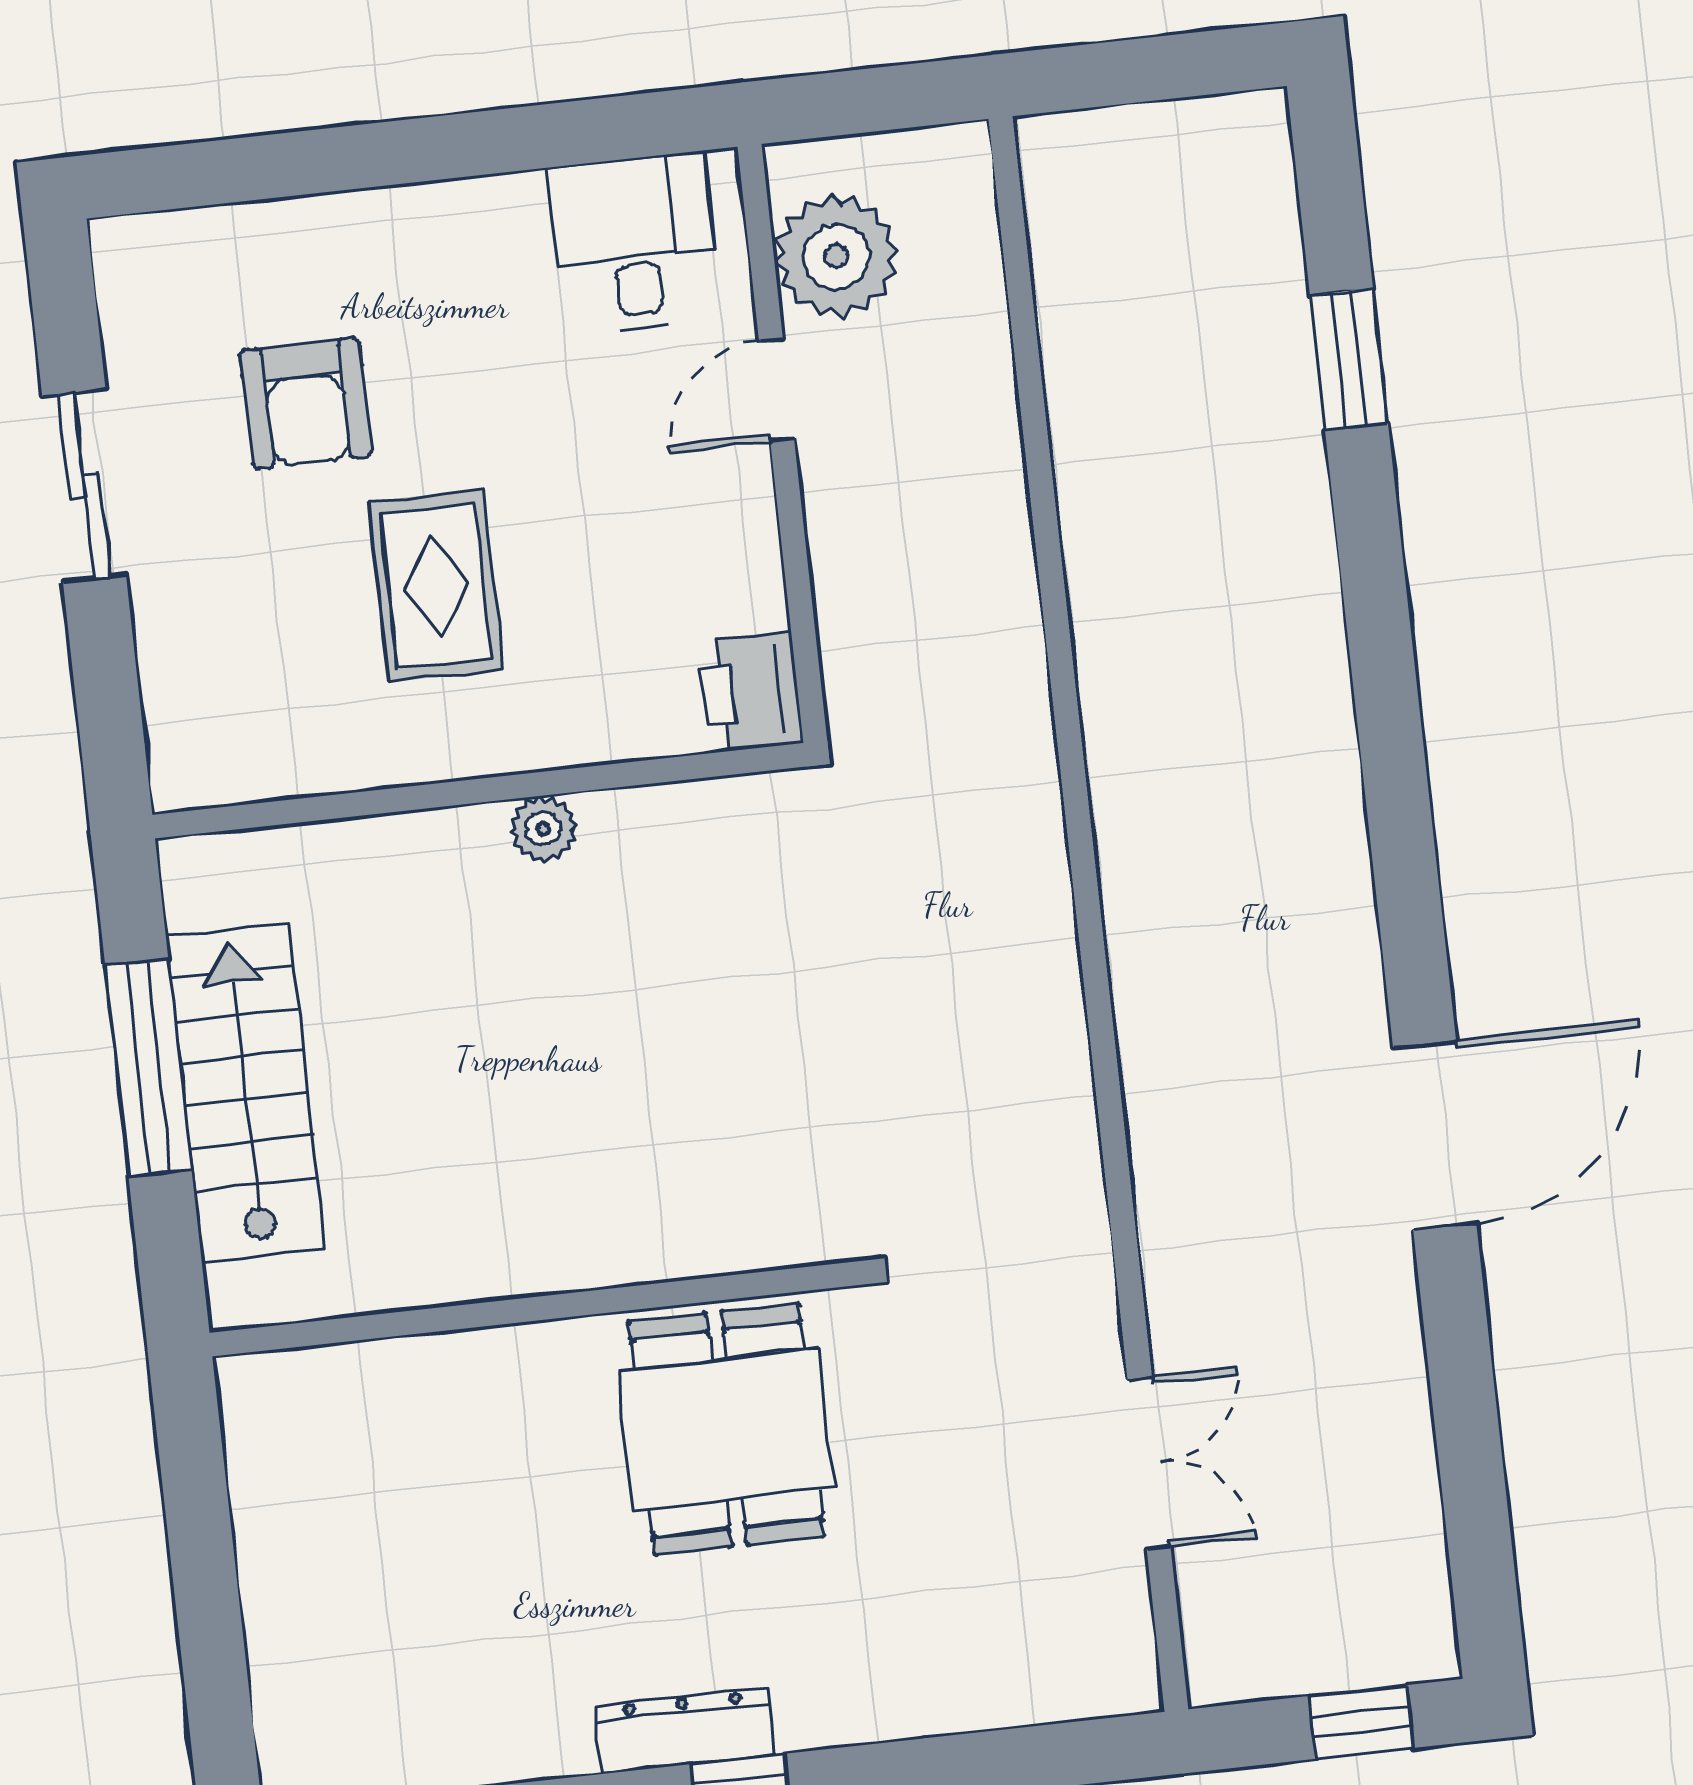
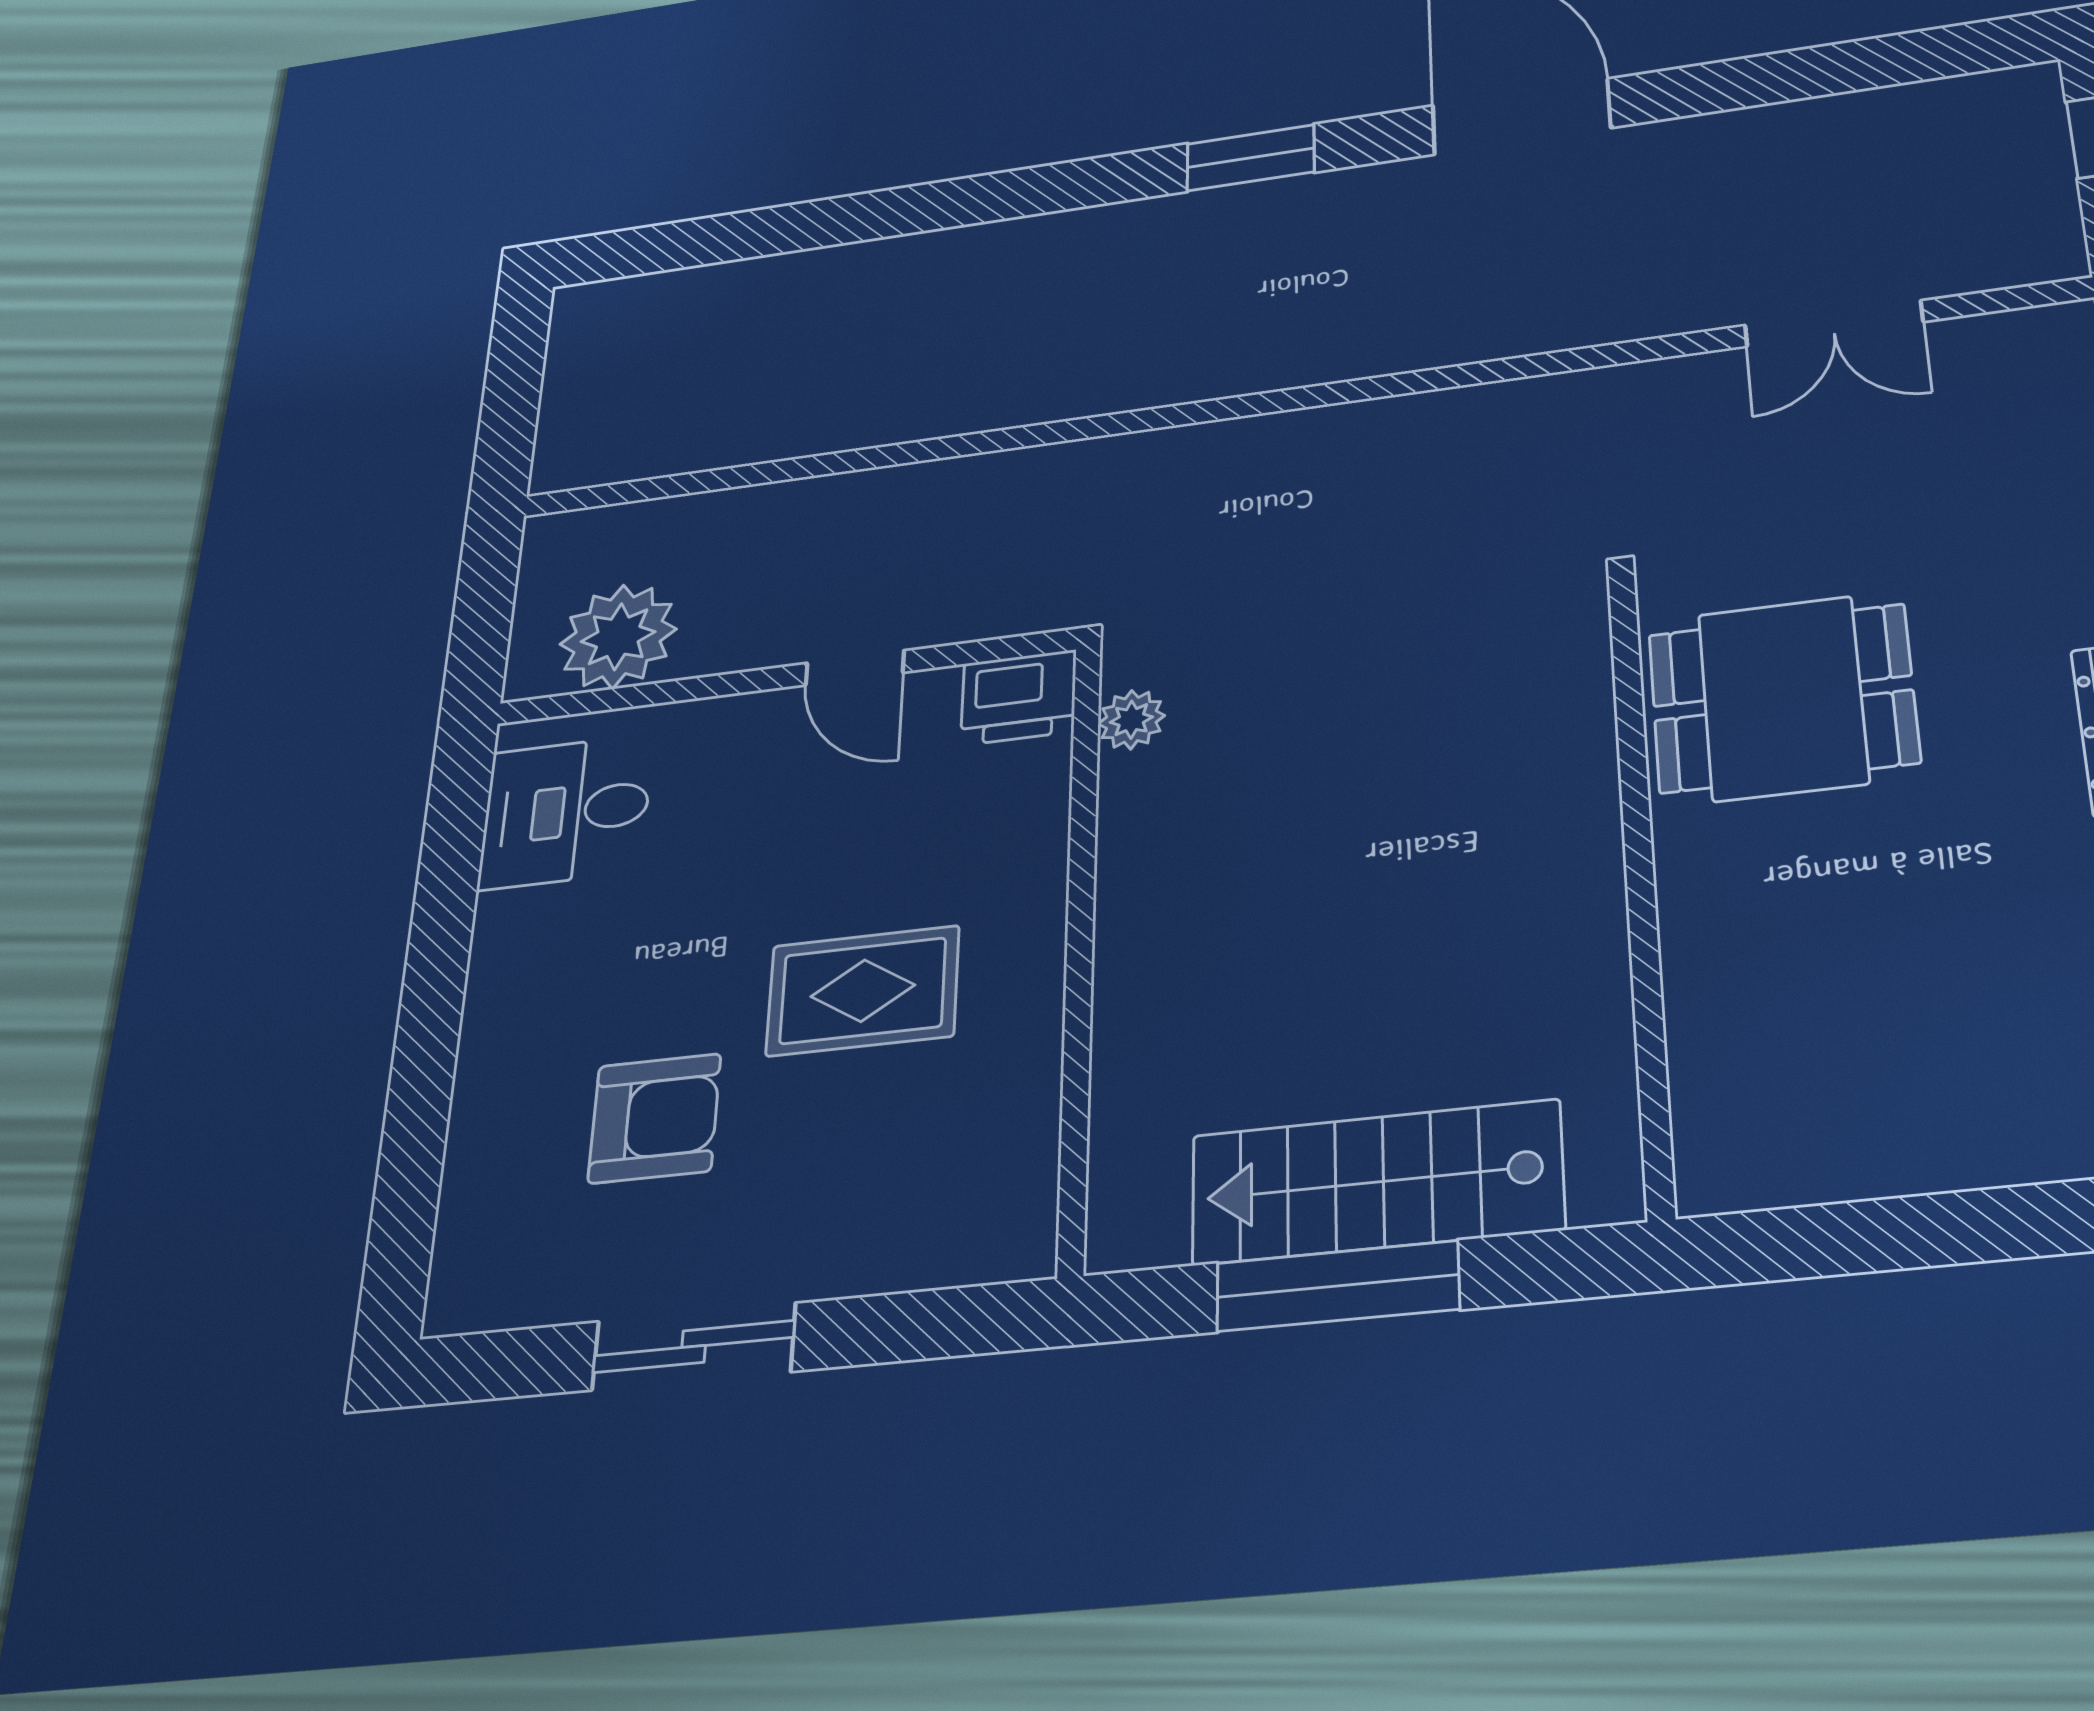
window: (1349, 359) -> (1250, 158), moved
door: (776, 390) -> (855, 668), moved
plant: (543, 829) -> (1131, 720), moved
double door: (1149, 1463) -> (1833, 324), swing flipped

